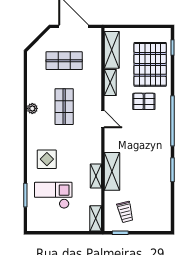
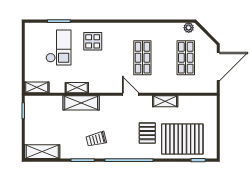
shelving: (112, 50) -> (42, 152), moved
shop shelf: (64, 107) -> (142, 58), turned 90
plant: (32, 108) -> (189, 28), moved
door: (103, 119) -> (131, 94), swing flipped
trolley: (125, 212) -> (96, 139), moved

